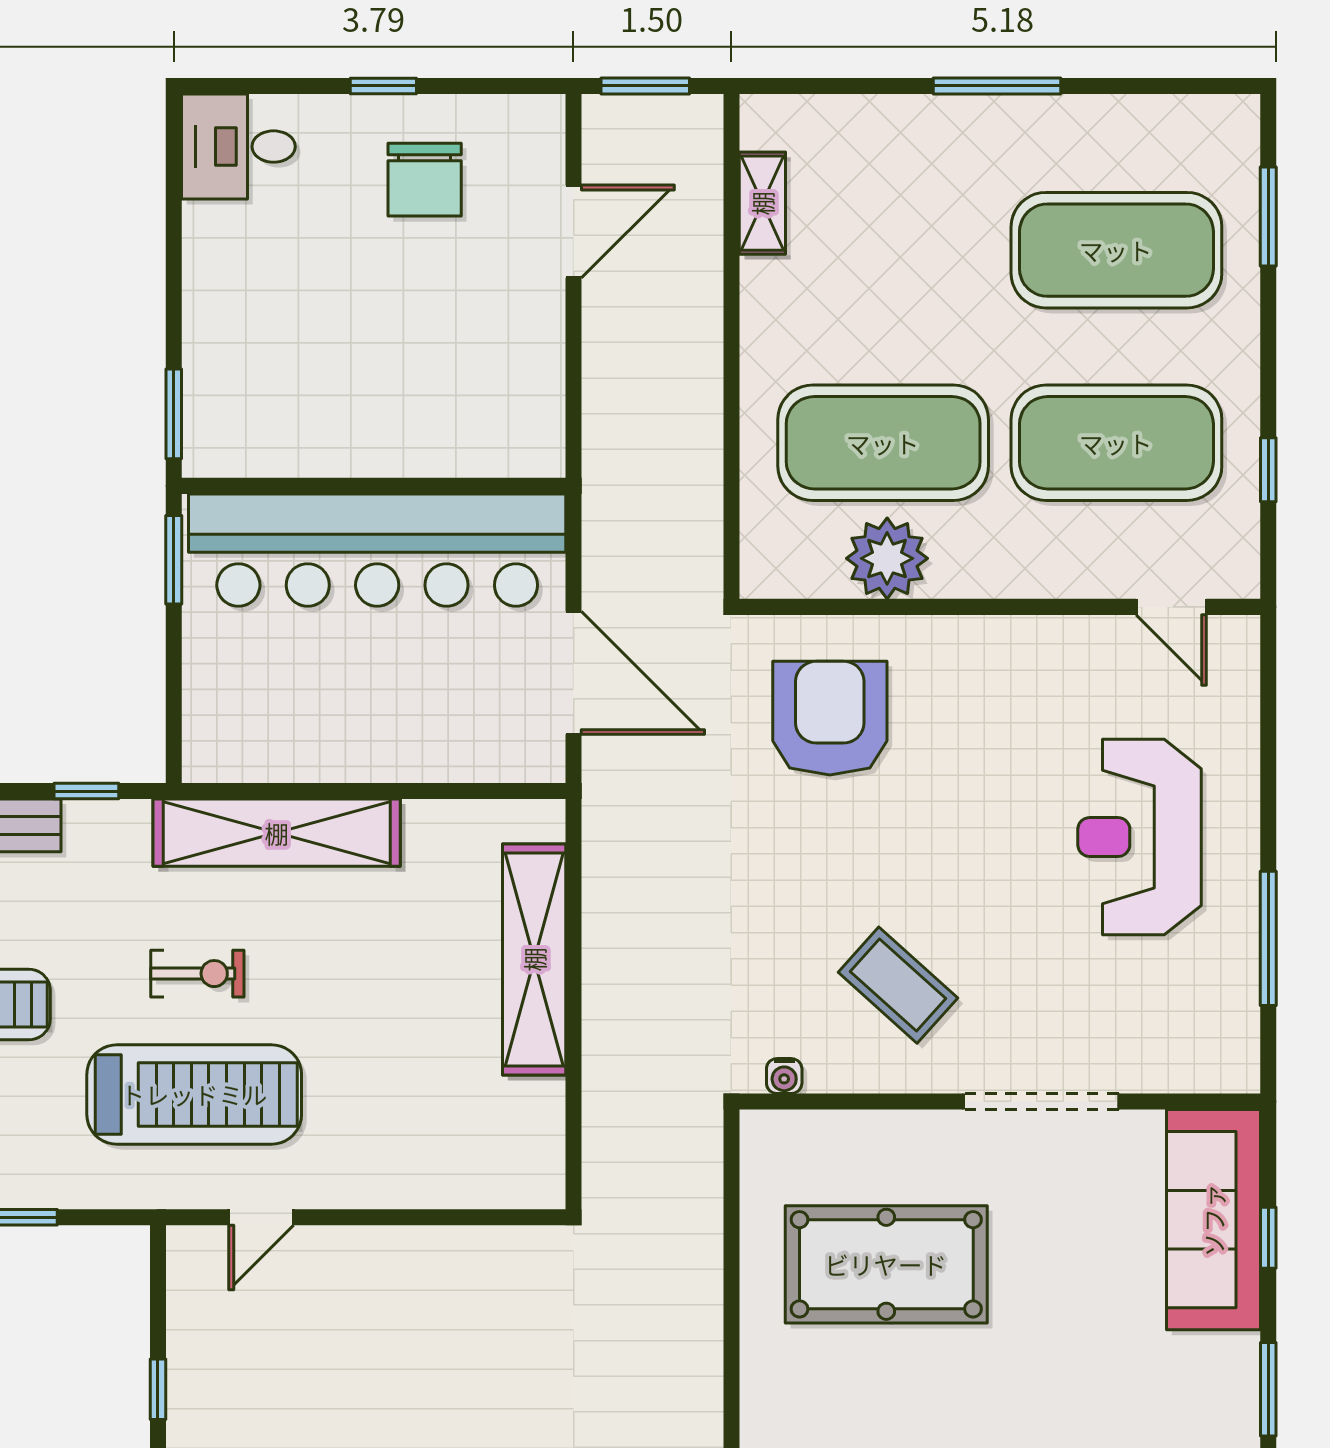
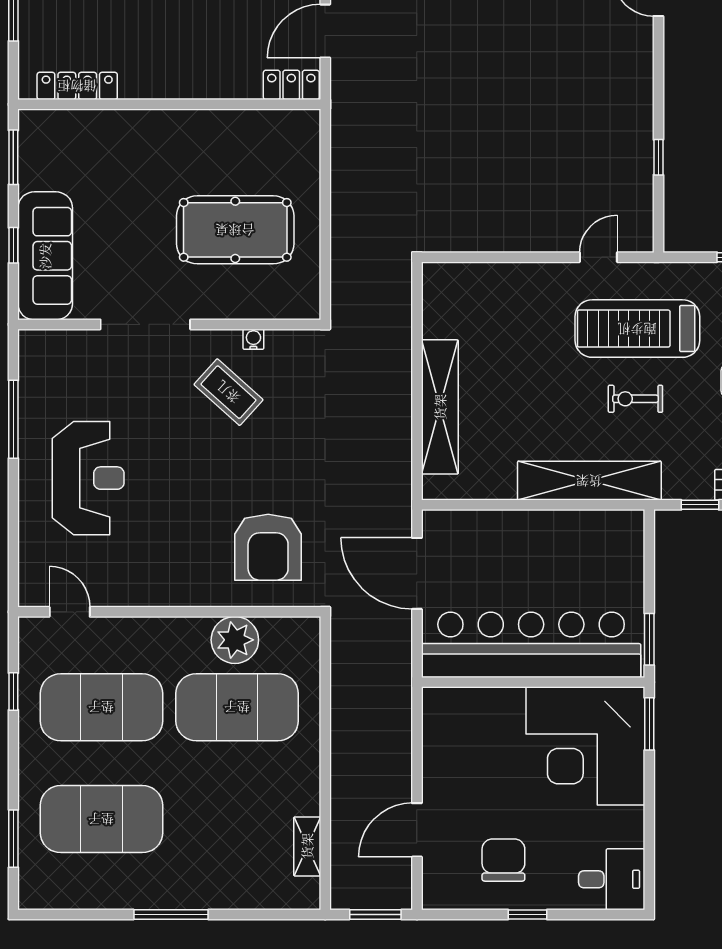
corner desk: (284, 376) -> (585, 746), added
water cooler: (784, 1076) -> (253, 339), moved

